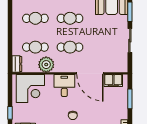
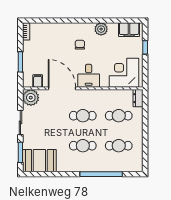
plant: (46, 65) -> (31, 98), moved
filing cabinet: (113, 81) -> (38, 81), width x0.50

